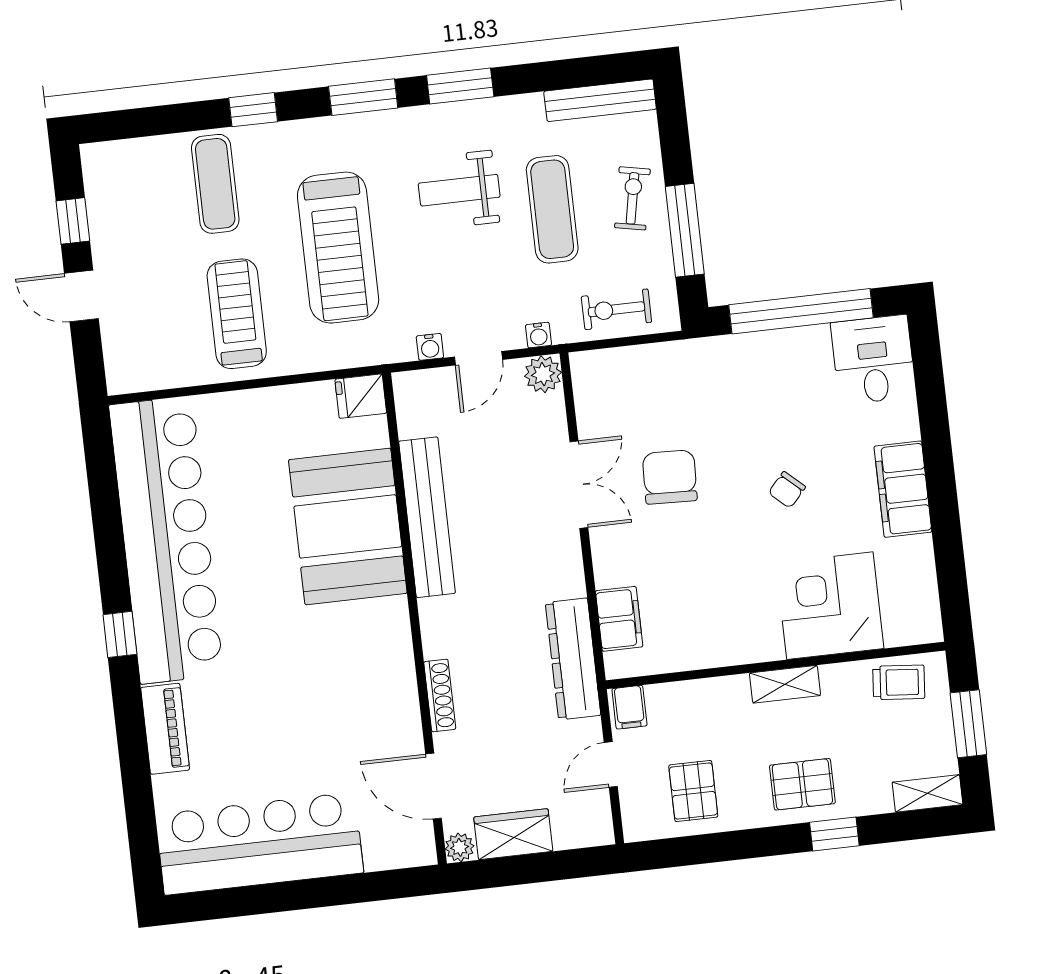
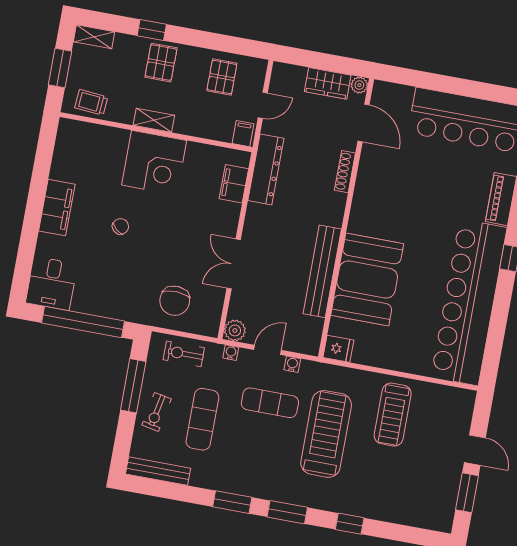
exercise mat: (215, 184) -> (270, 403), moved, turned 90
weight bench: (459, 190) -> (250, 445), removed
window: (73, 221) -> (467, 493), width x1.50
exercise bike: (616, 309) -> (184, 354), turned 180
chair: (670, 477) -> (175, 301), moved
corner desk: (830, 606) -> (154, 163), moved
pallet: (802, 784) -> (161, 63), turned 90

